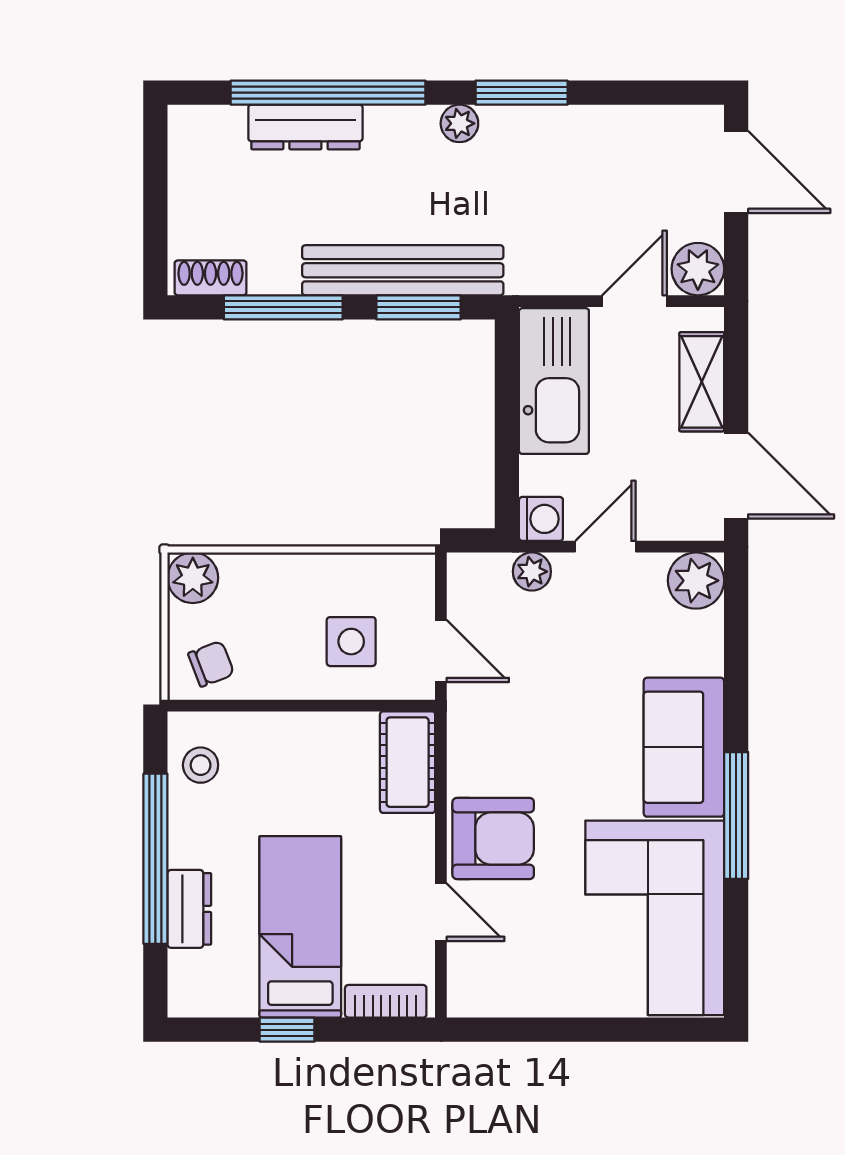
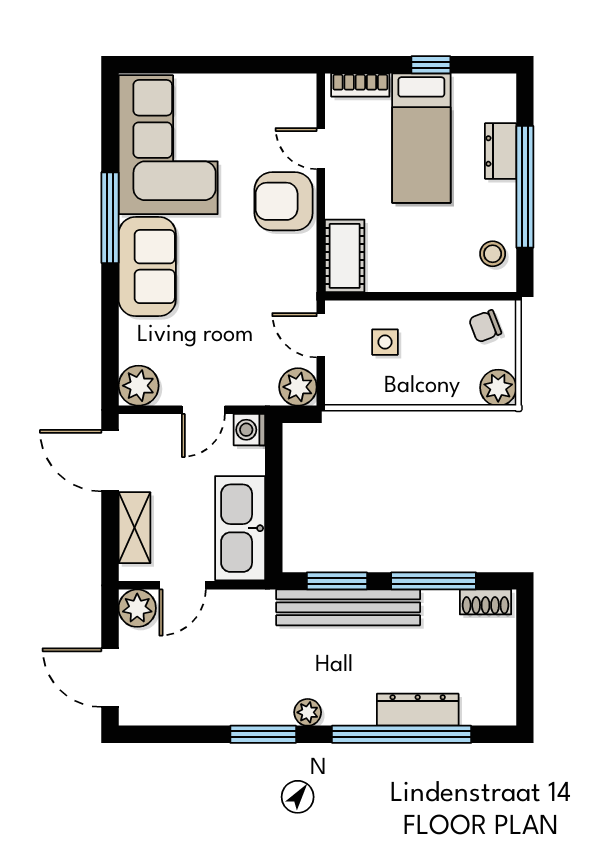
plant: (532, 572) -> (298, 387), moved, width x1.38, depth x1.38
side table: (351, 642) -> (385, 342), width x0.73, depth x0.73

